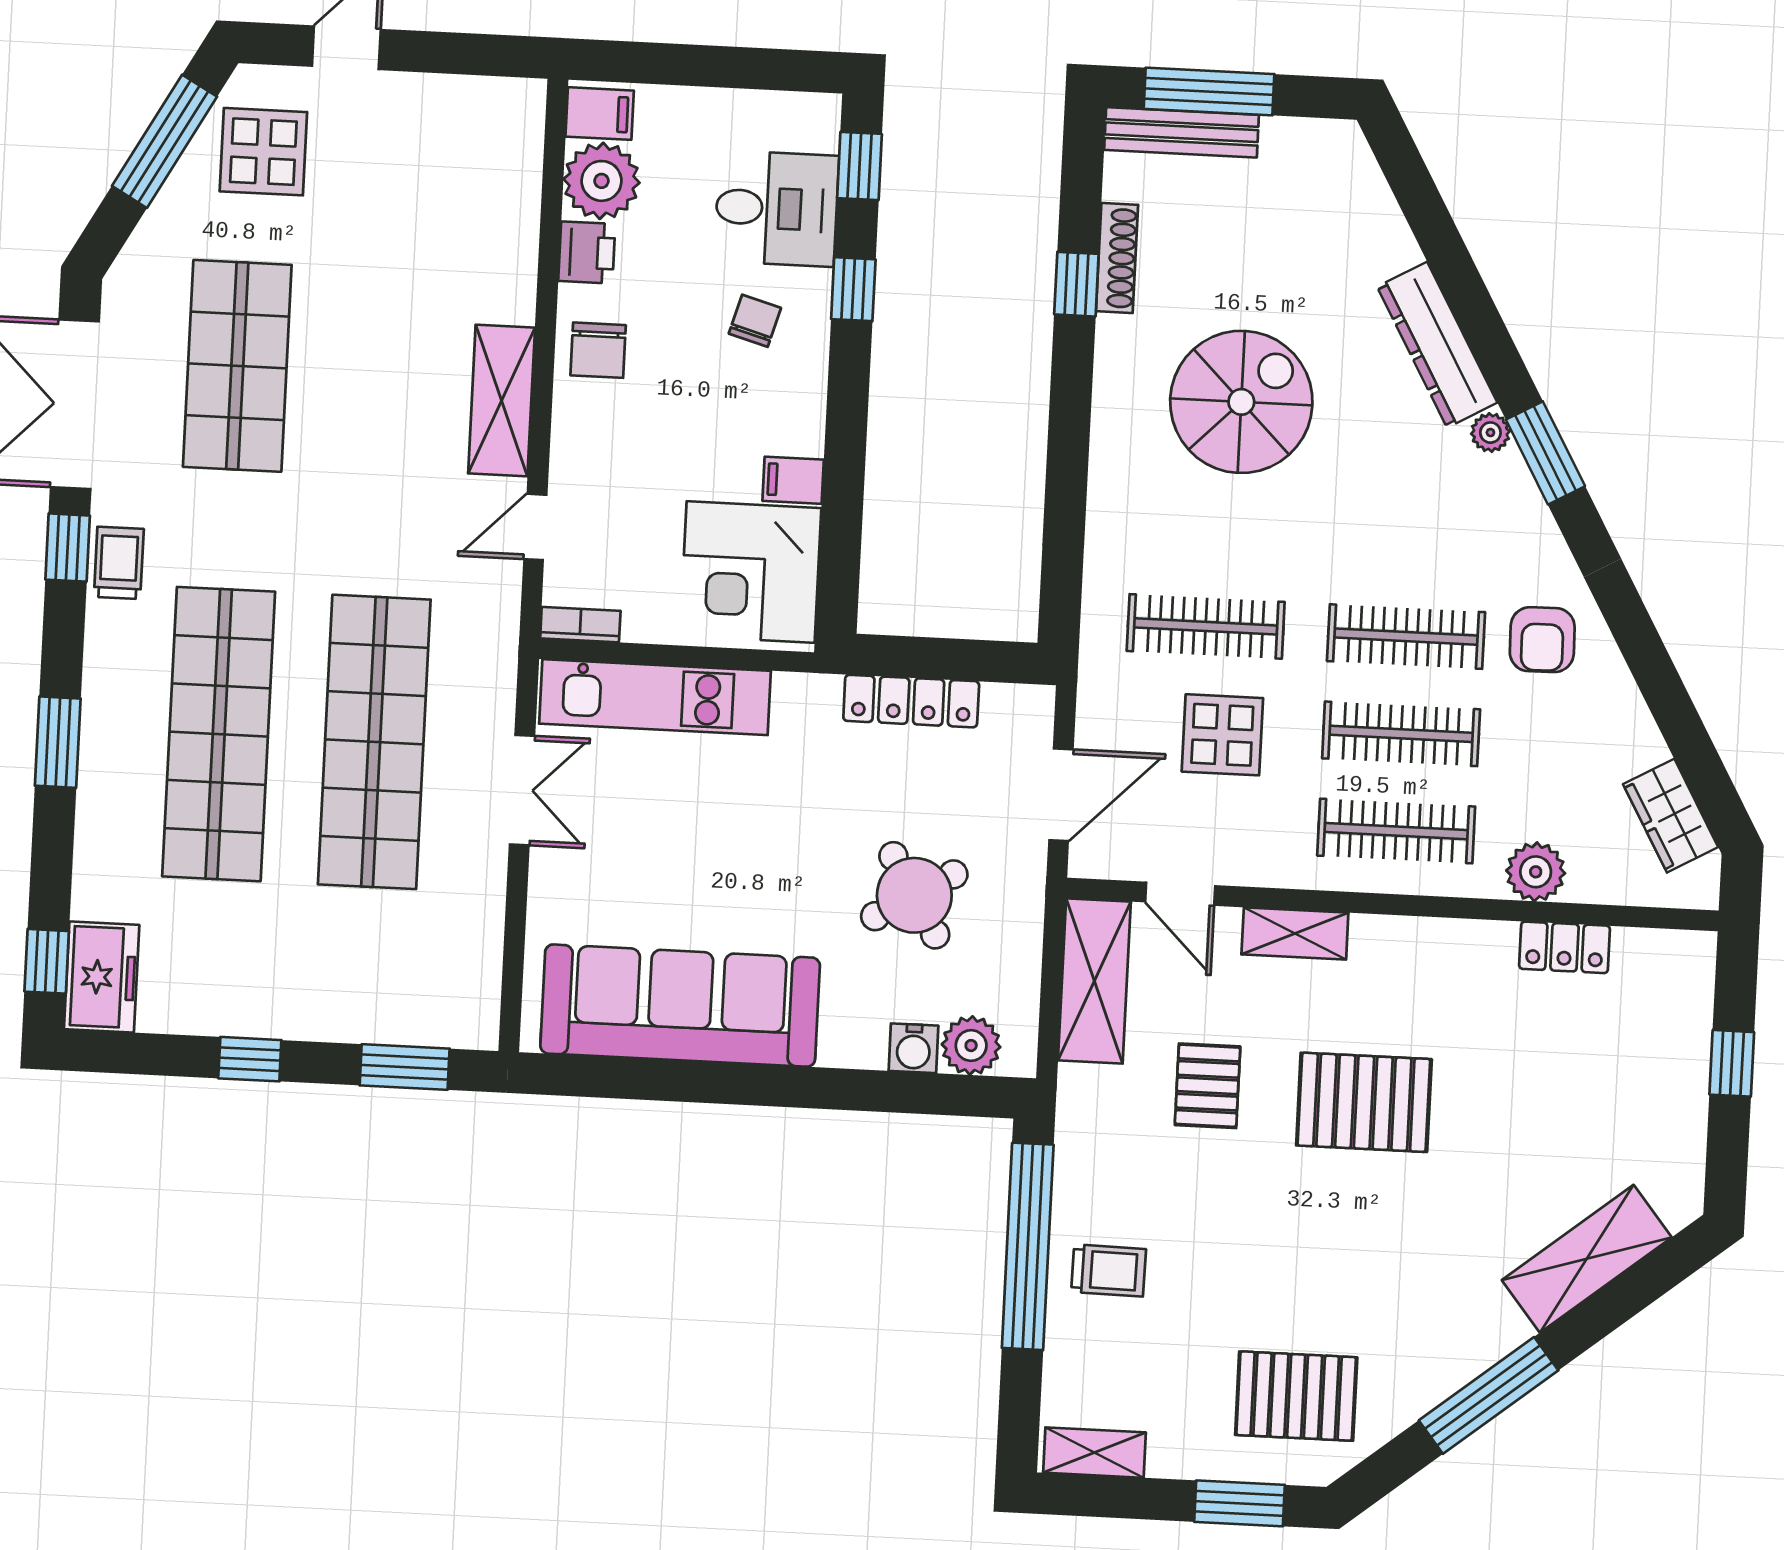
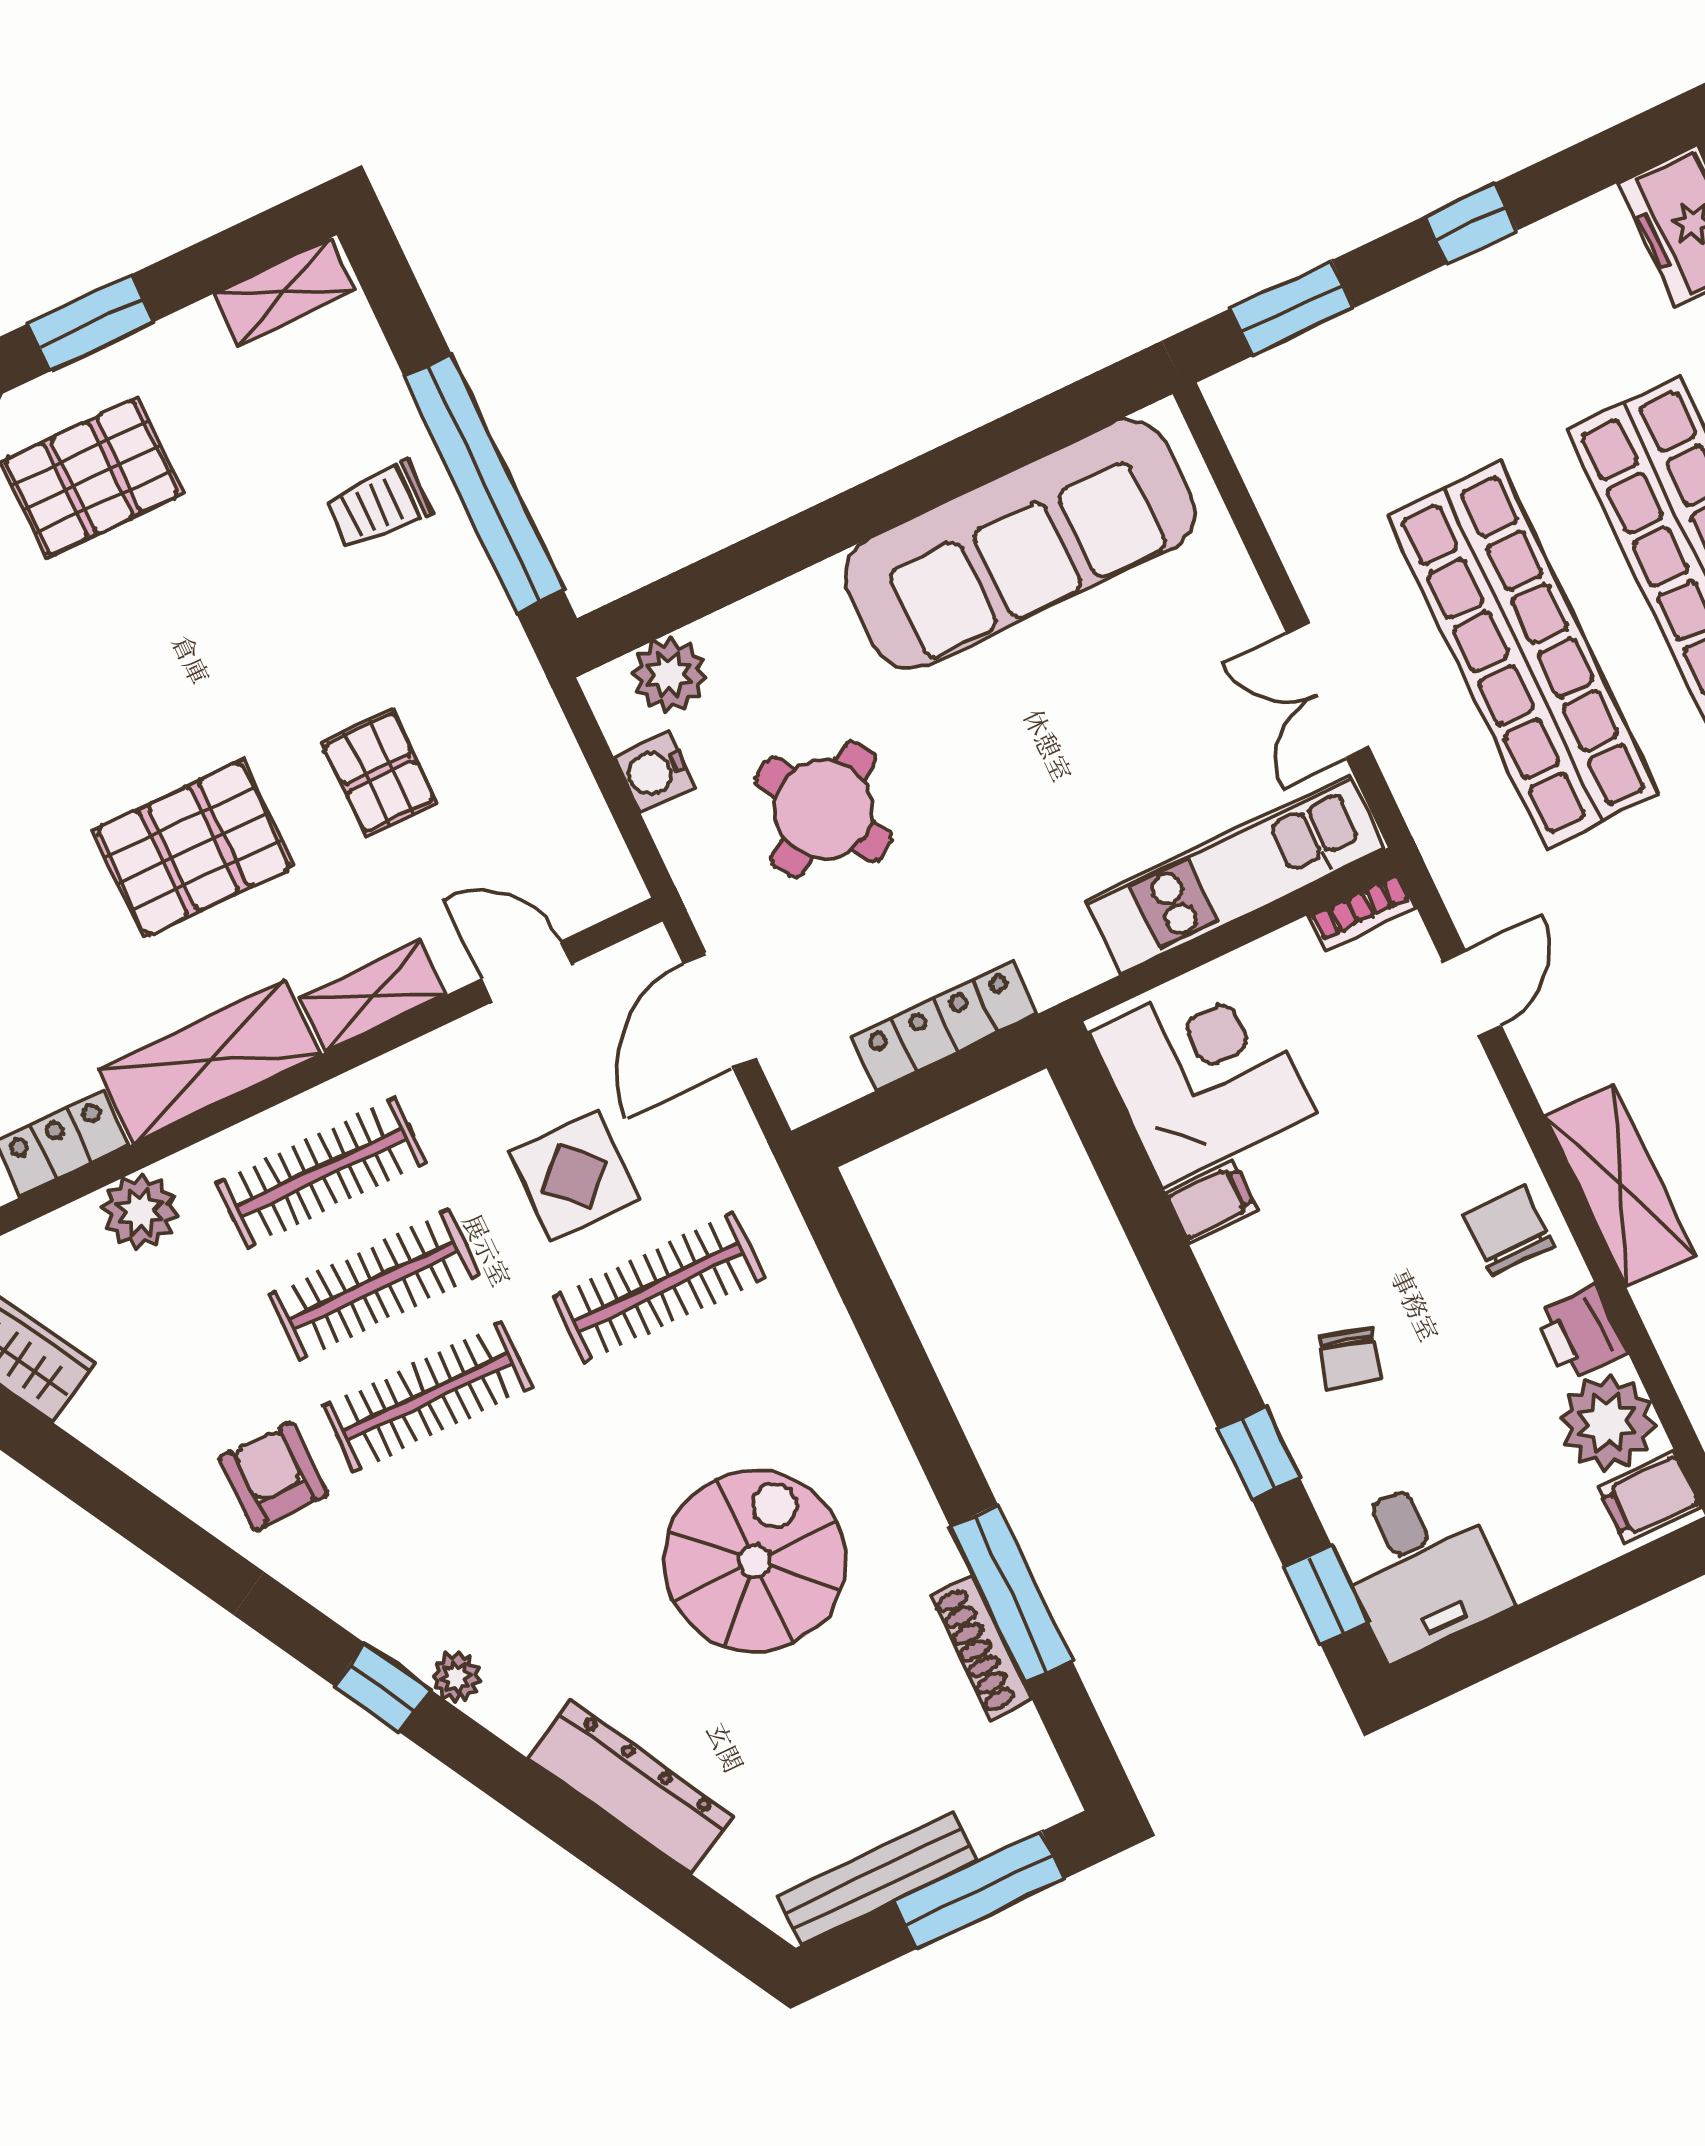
bench: (1181, 132) -> (877, 1879), moved
desk: (777, 209) -> (1420, 1566), moved, turned -90
window: (1076, 284) -> (1011, 1594), width x2.17
dresser: (1437, 345) -> (631, 1787), moved
shelving: (502, 401) -> (1620, 1186), moved
spiral stairs: (1241, 402) -> (755, 1561), turned 180
window: (1545, 453) -> (382, 1688), width x0.67
shelving: (1094, 981) -> (209, 1062), moved, turned 90
water cooler: (913, 1048) -> (654, 772), moved, turned -90

